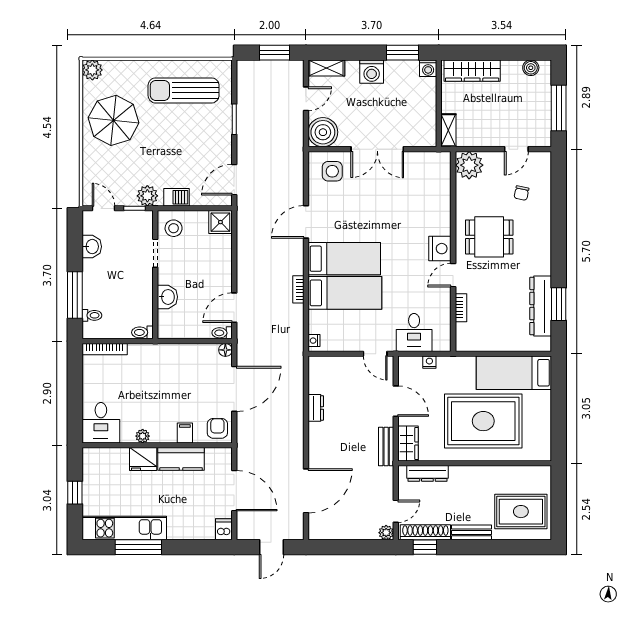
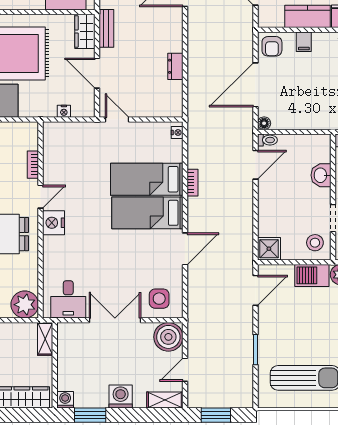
barbecue: (177, 197) -> (312, 275), width x1.38, depth x1.27
desk: (414, 332) -> (68, 299), moved, turned 180

